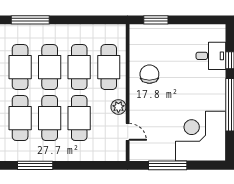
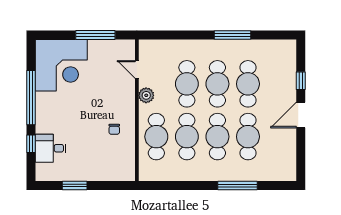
window: (156, 20) -> (75, 185), moved
chair: (149, 74) -> (114, 129), width x0.54, depth x0.54

